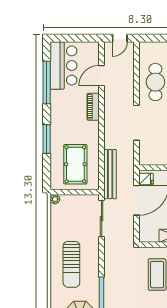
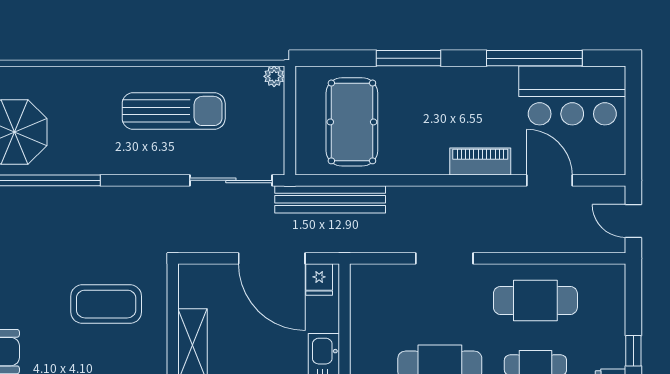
doorway: (137, 123) -> (444, 258), width x0.73
pool table: (75, 164) -> (352, 122), turned 90
sun lounger: (71, 264) -> (174, 111), moved, turned 180

